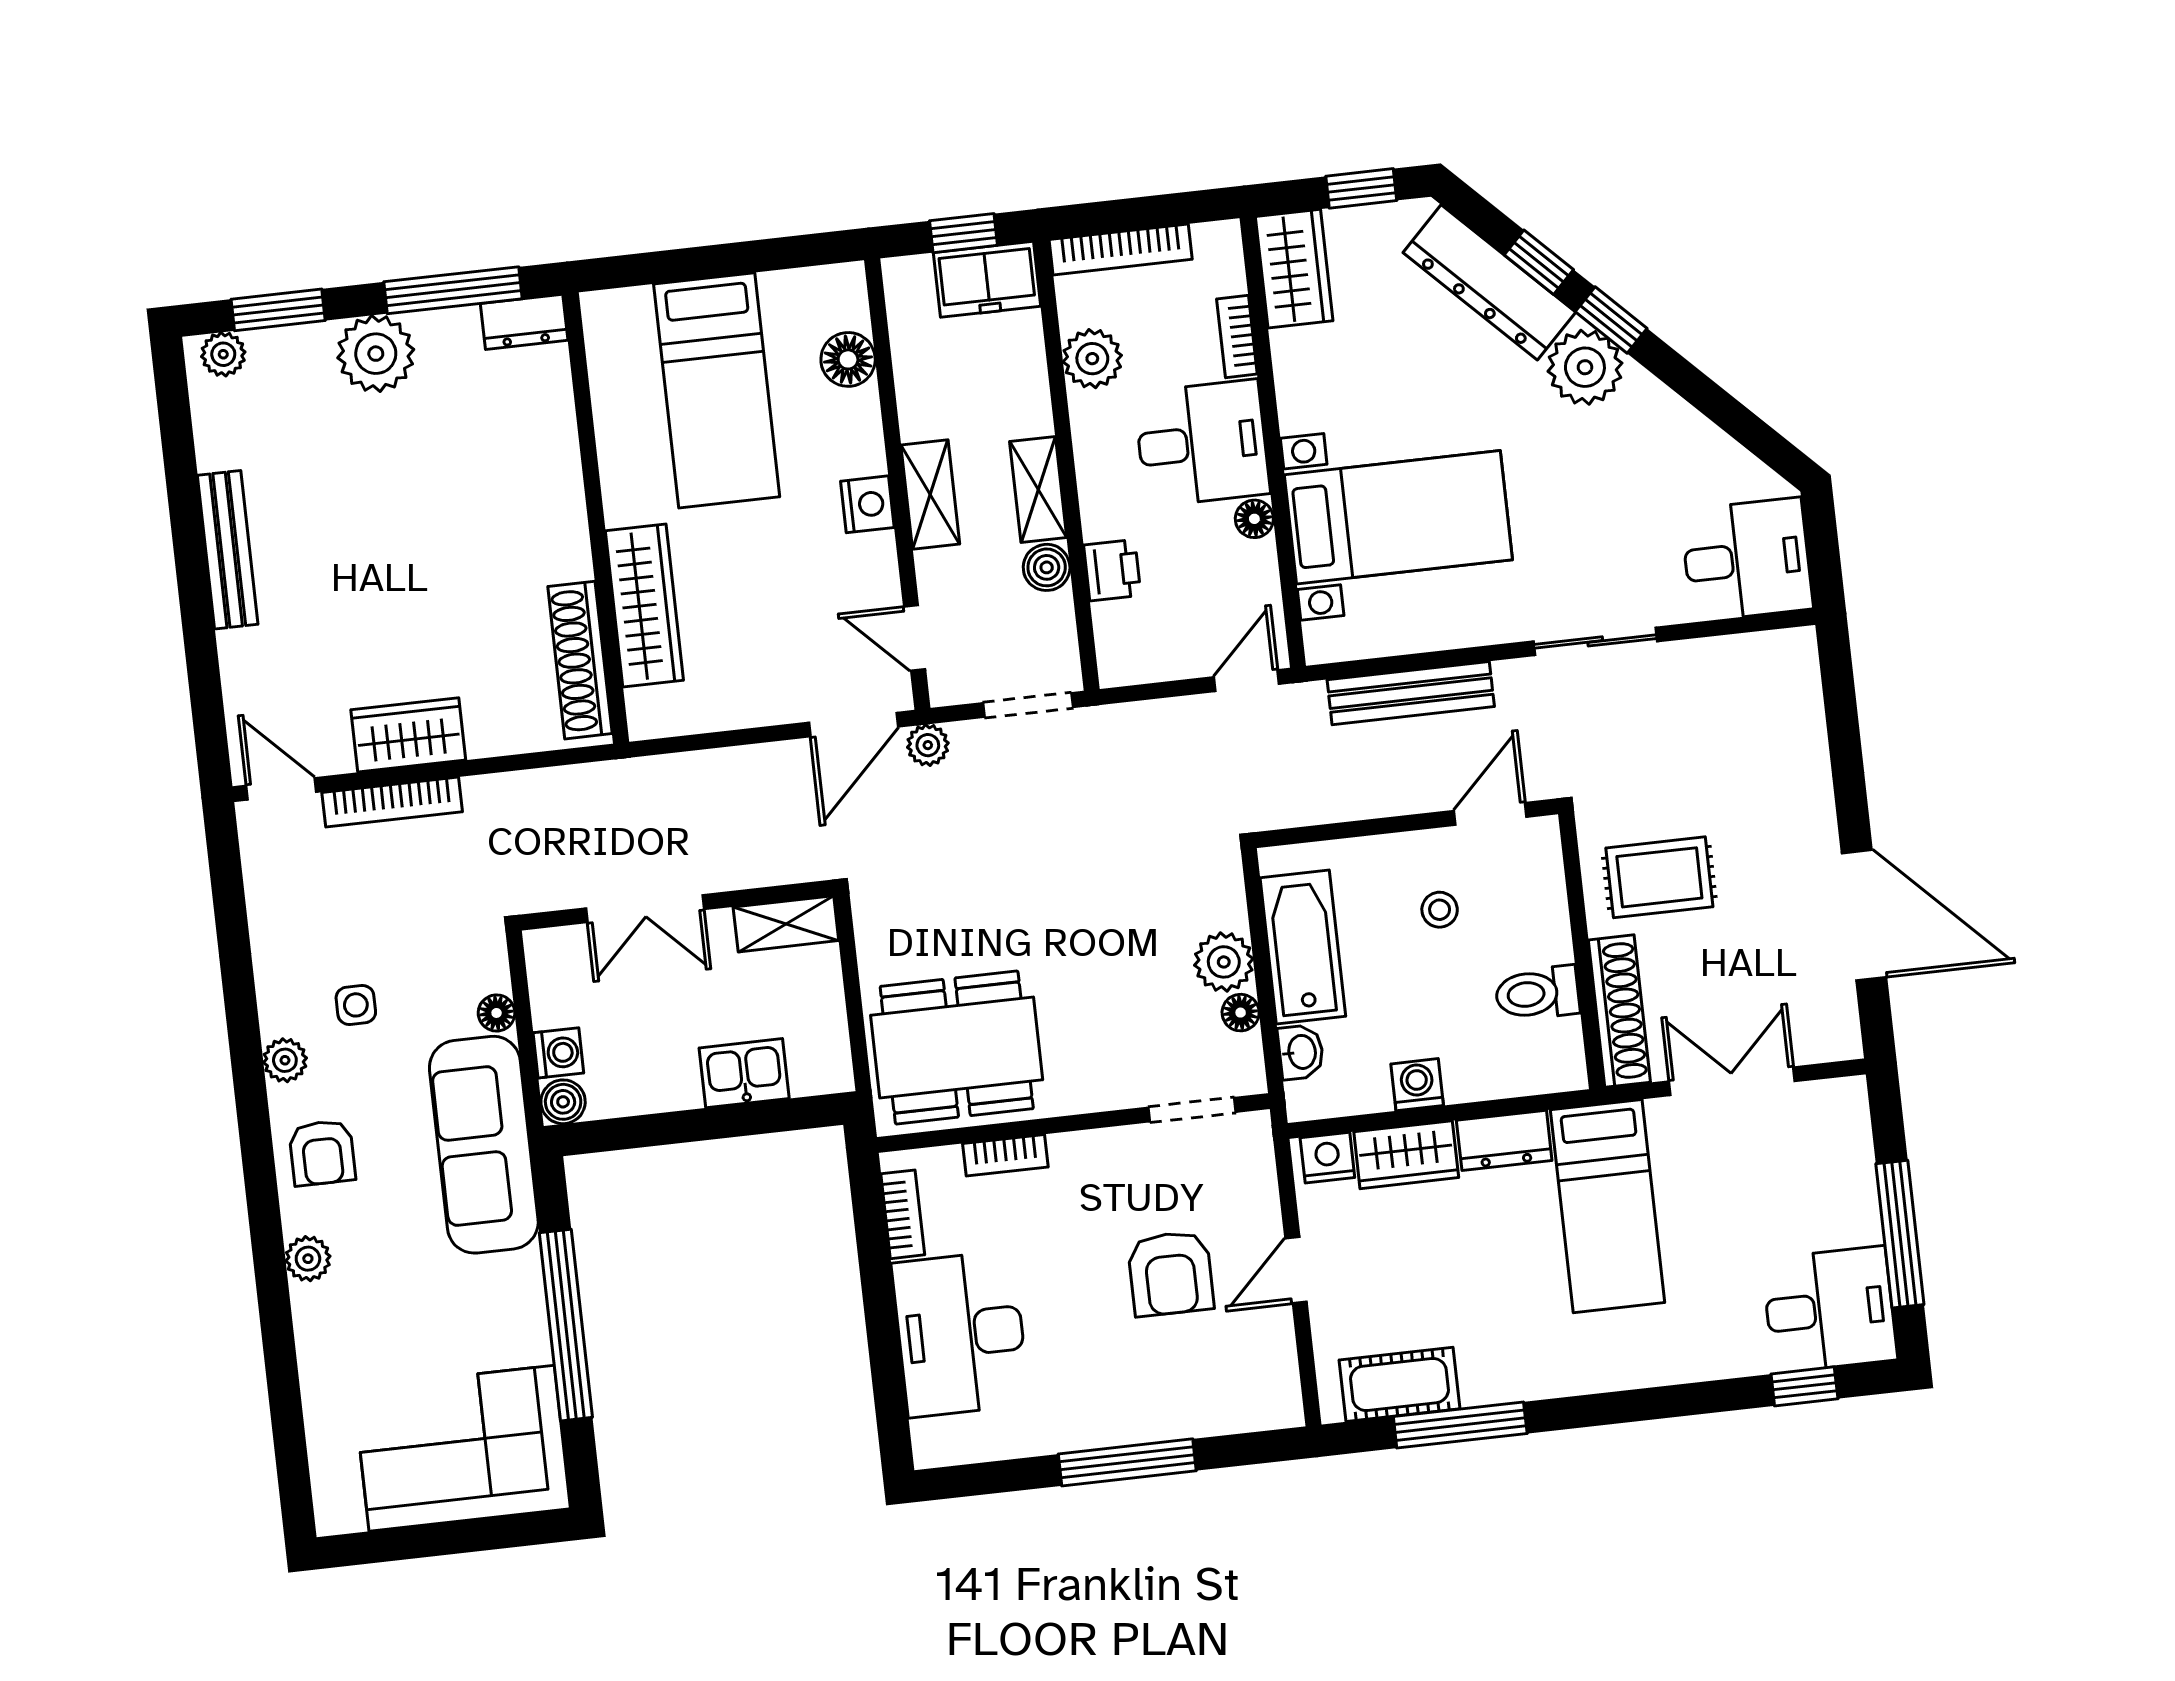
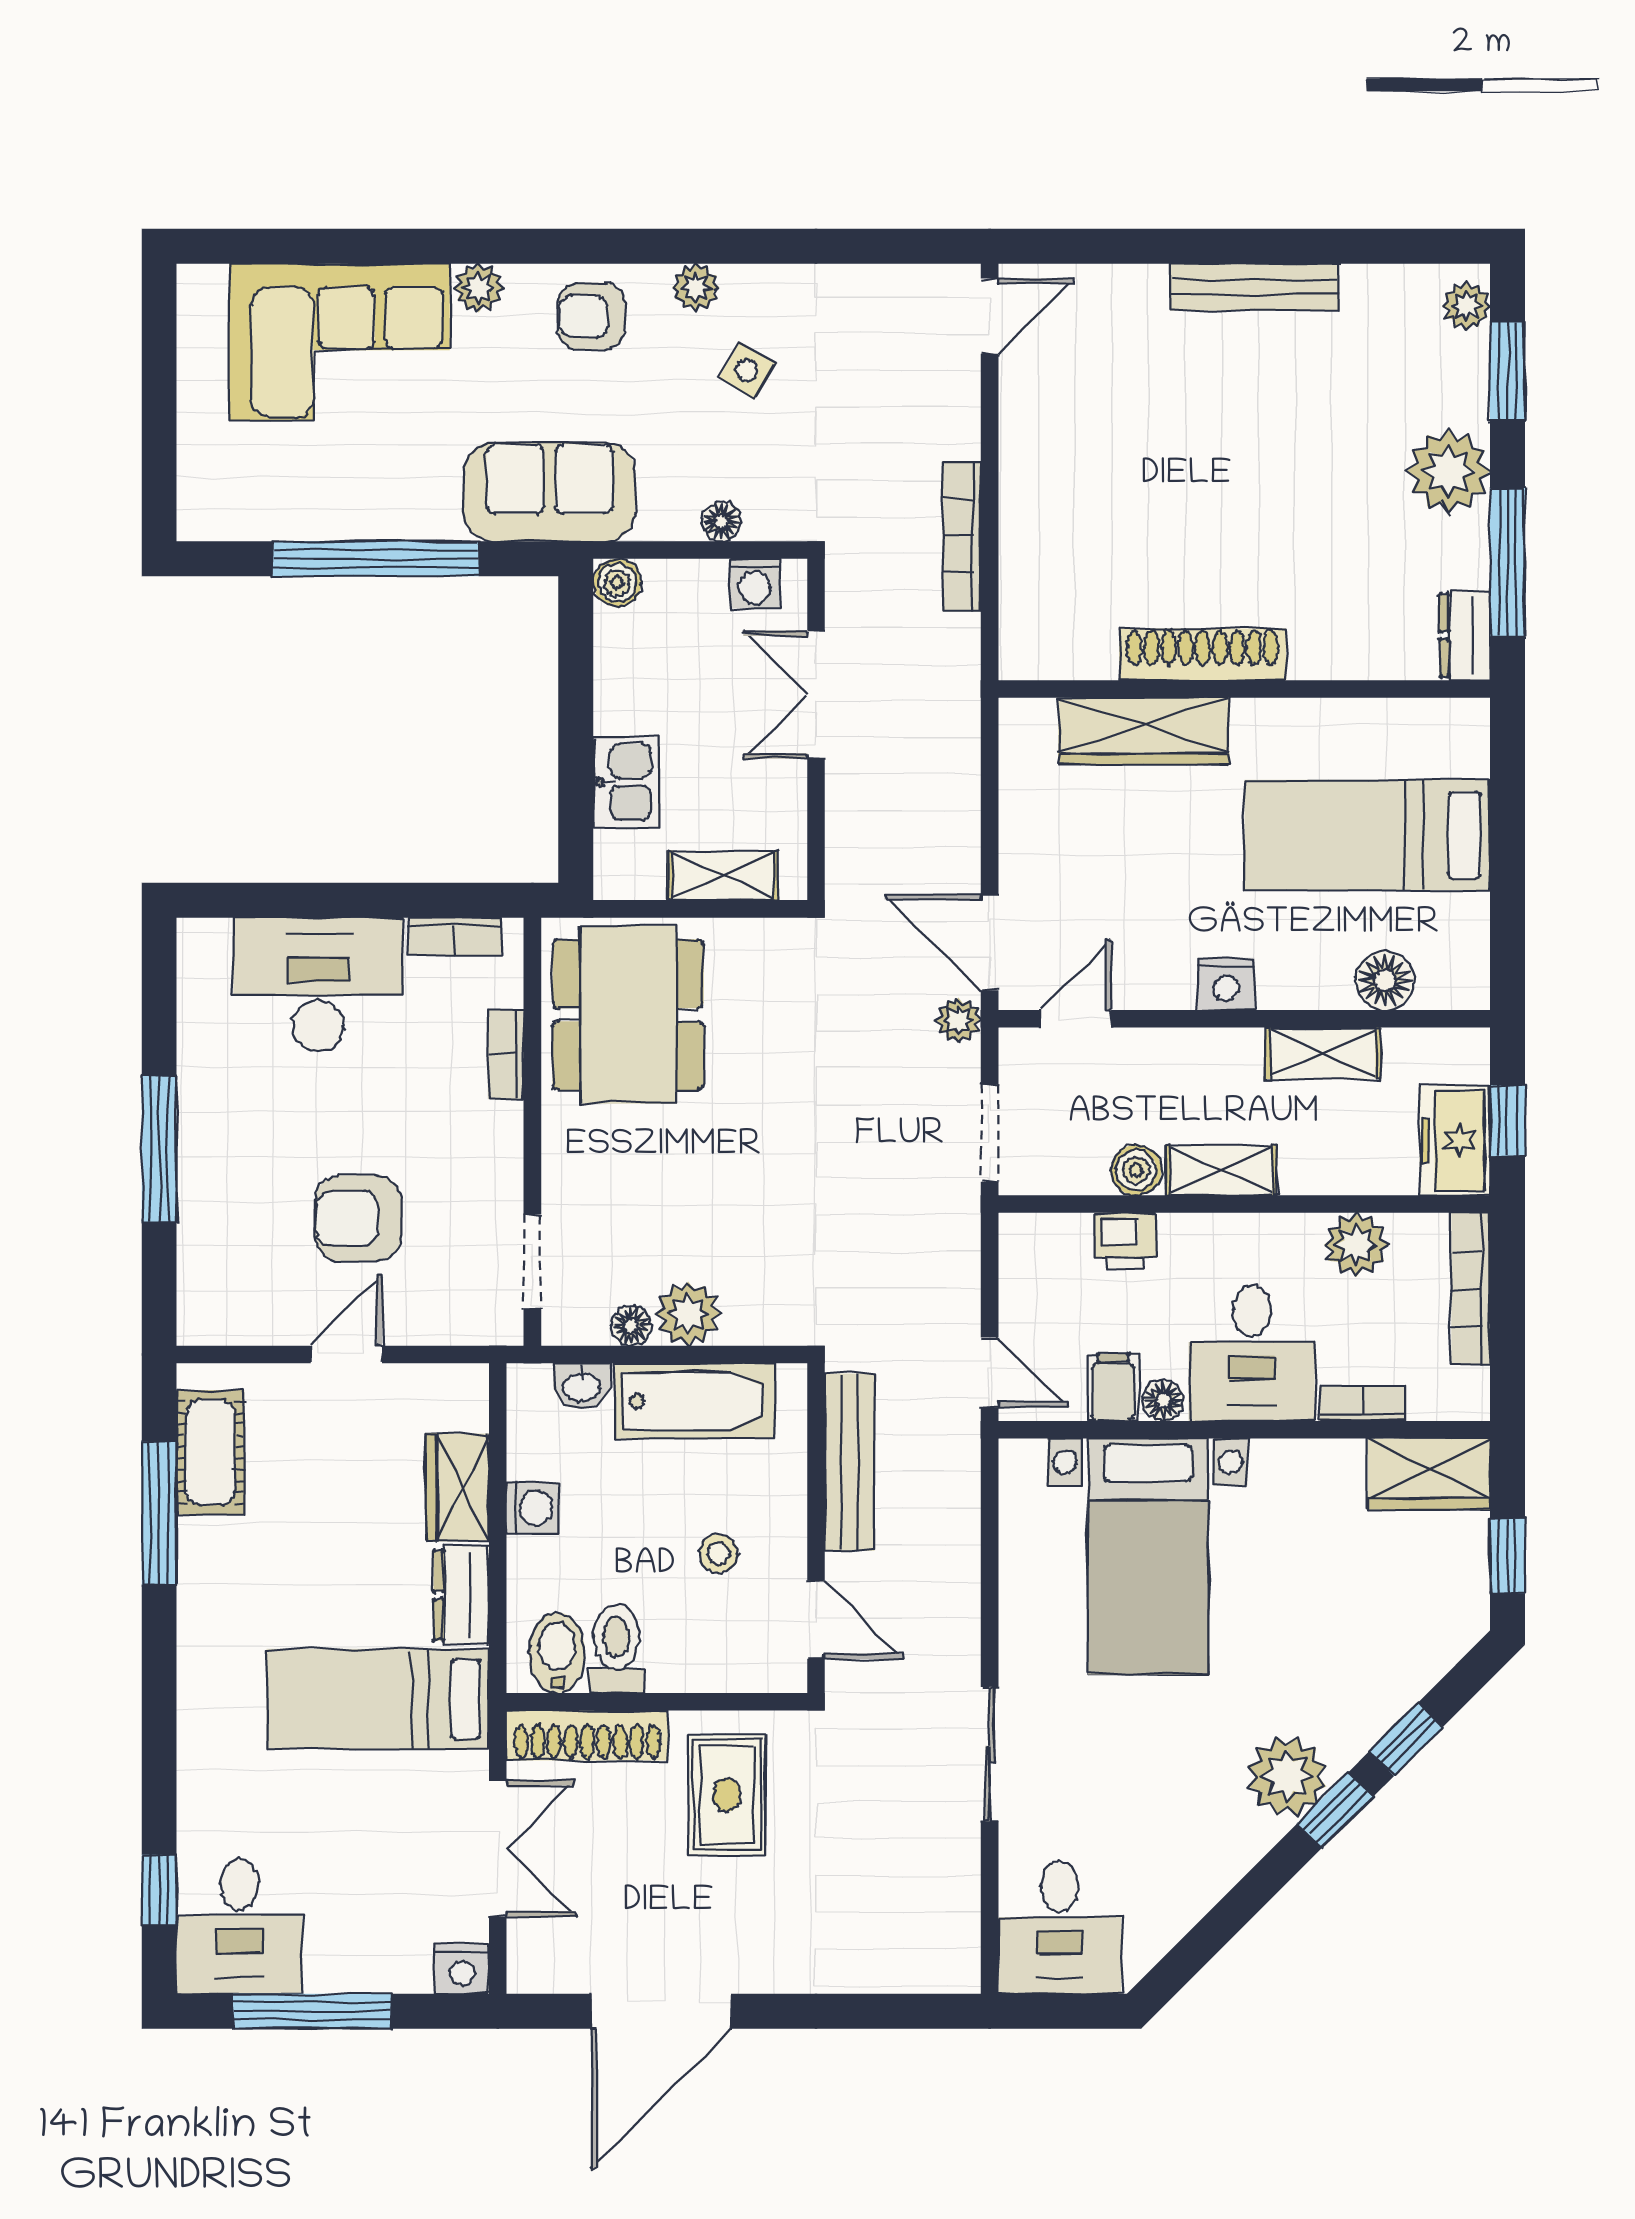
dresser: (1489, 282) -> (1390, 1683), removed
shelving: (930, 495) -> (1323, 1053), moved
filing cabinet: (1248, 566) -> (1113, 1388), added
shoe rack: (580, 660) -> (1203, 654), moved
bench: (1411, 693) -> (849, 1462), moved
wardrobe: (408, 735) -> (1032, 460), removed
bookcase: (392, 802) -> (962, 537), moved
shelving: (786, 924) -> (723, 875), moved, turned 90
side table: (356, 1005) -> (747, 371), turned 31
bidet: (1547, 1047) -> (557, 1653), added
washing machine: (558, 1053) -> (755, 584), moved
sofa: (484, 1145) -> (550, 492), width x0.73
nightstand: (1327, 1158) -> (462, 1969), moved, turned 90
door: (1296, 1270) -> (346, 1354), hinge flipped
corner sofa: (462, 1448) -> (339, 342), moved, turned 90

